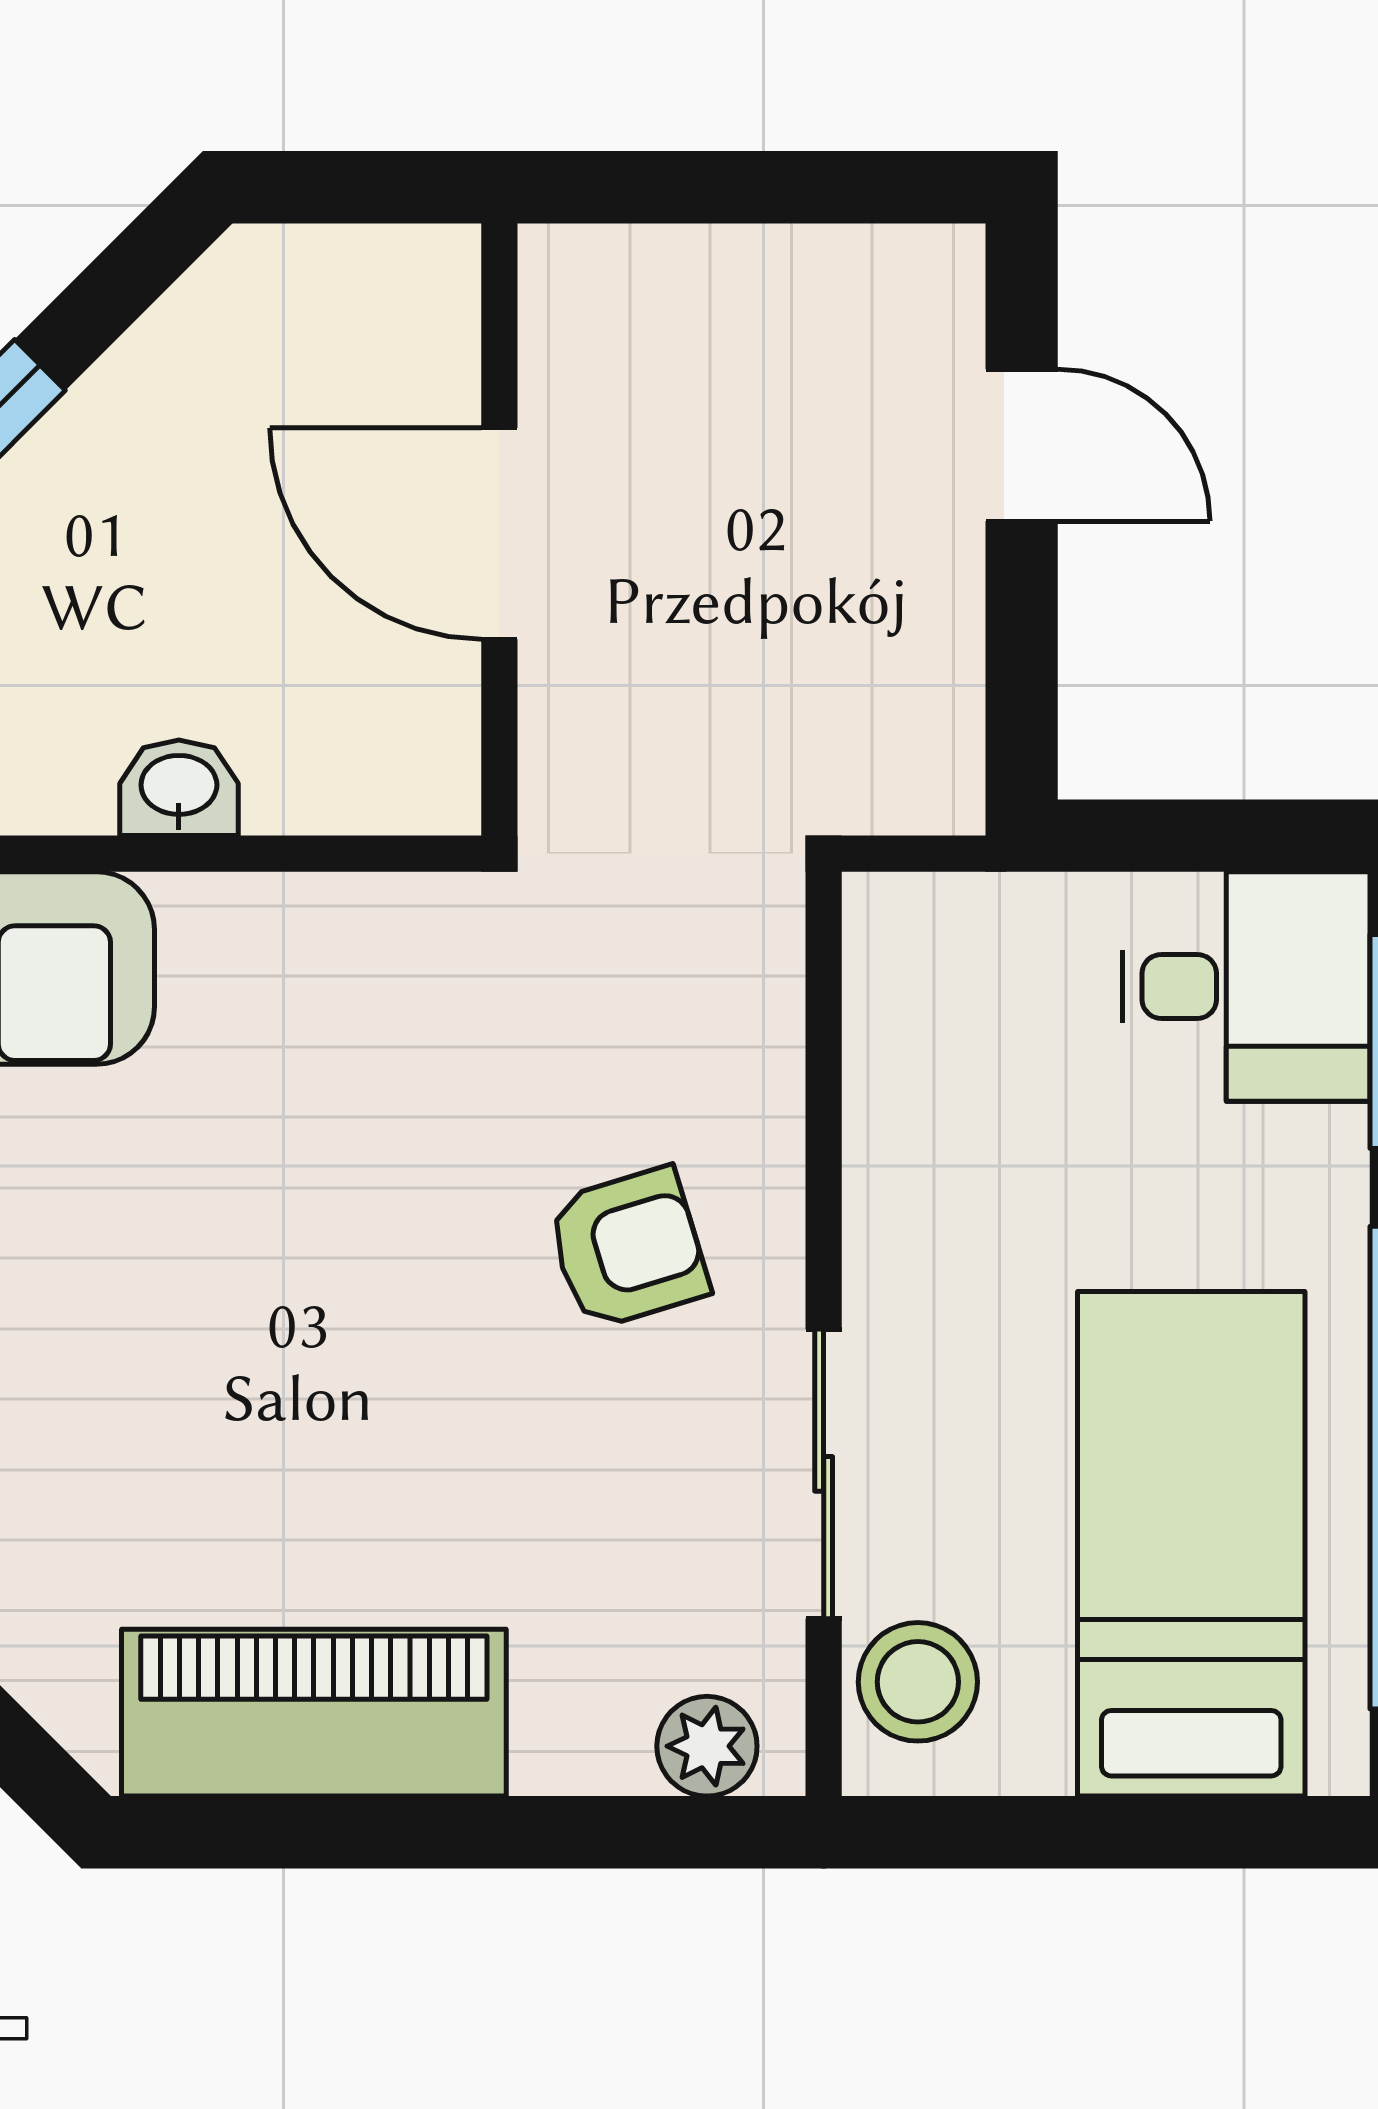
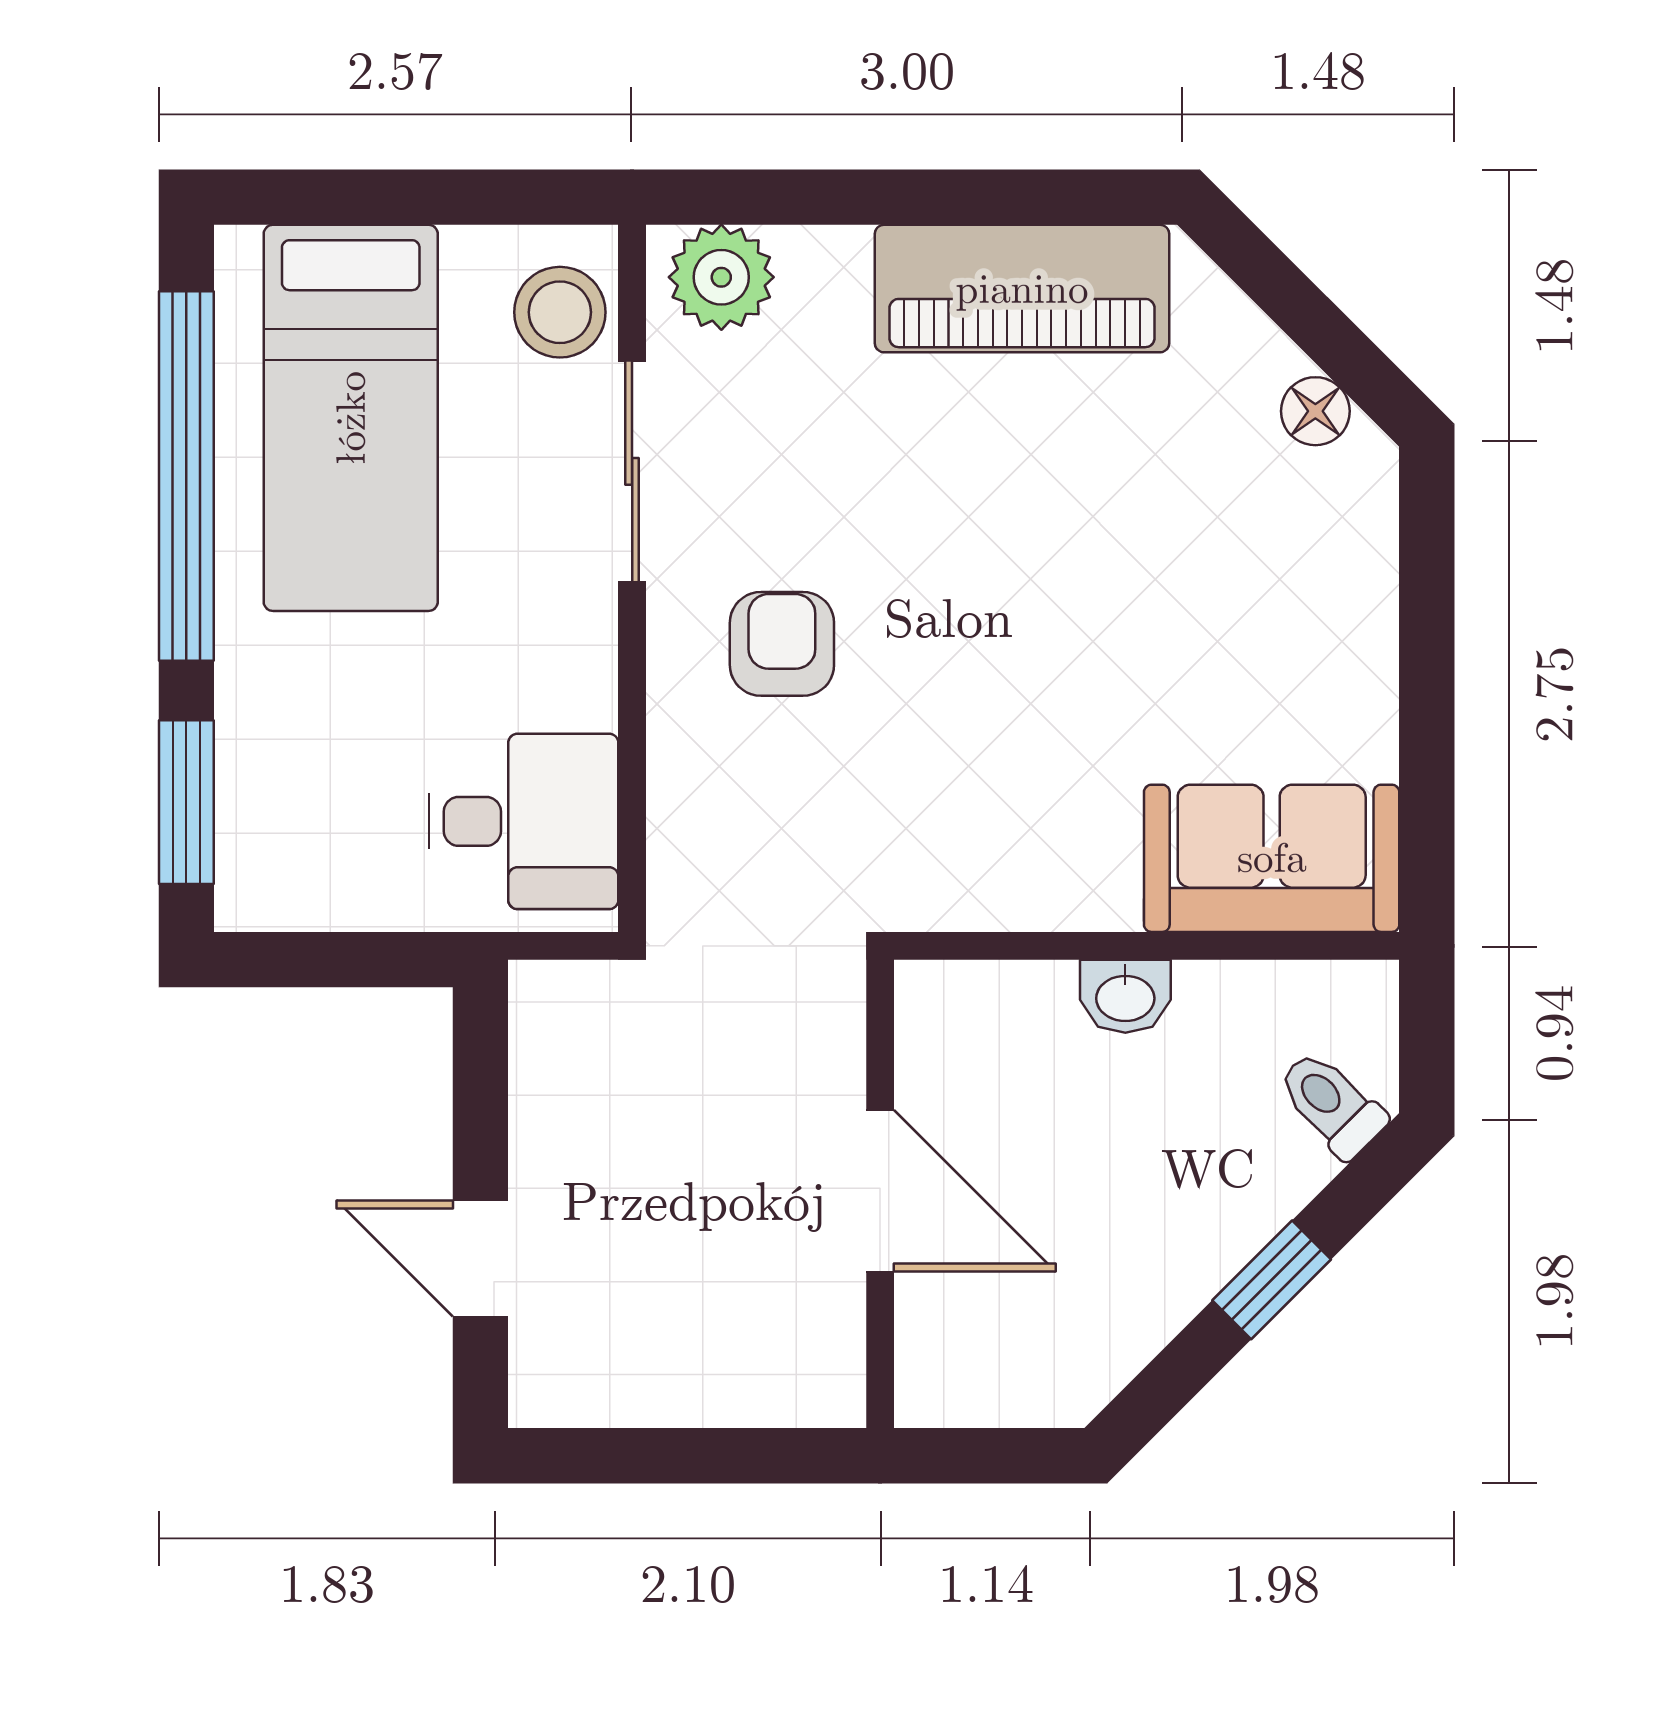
desk: (1246, 986) -> (524, 821), moved, turned 180
armchair: (628, 1248) -> (782, 644), turned 107
plant: (707, 1746) -> (721, 277), width x1.38, depth x1.38

